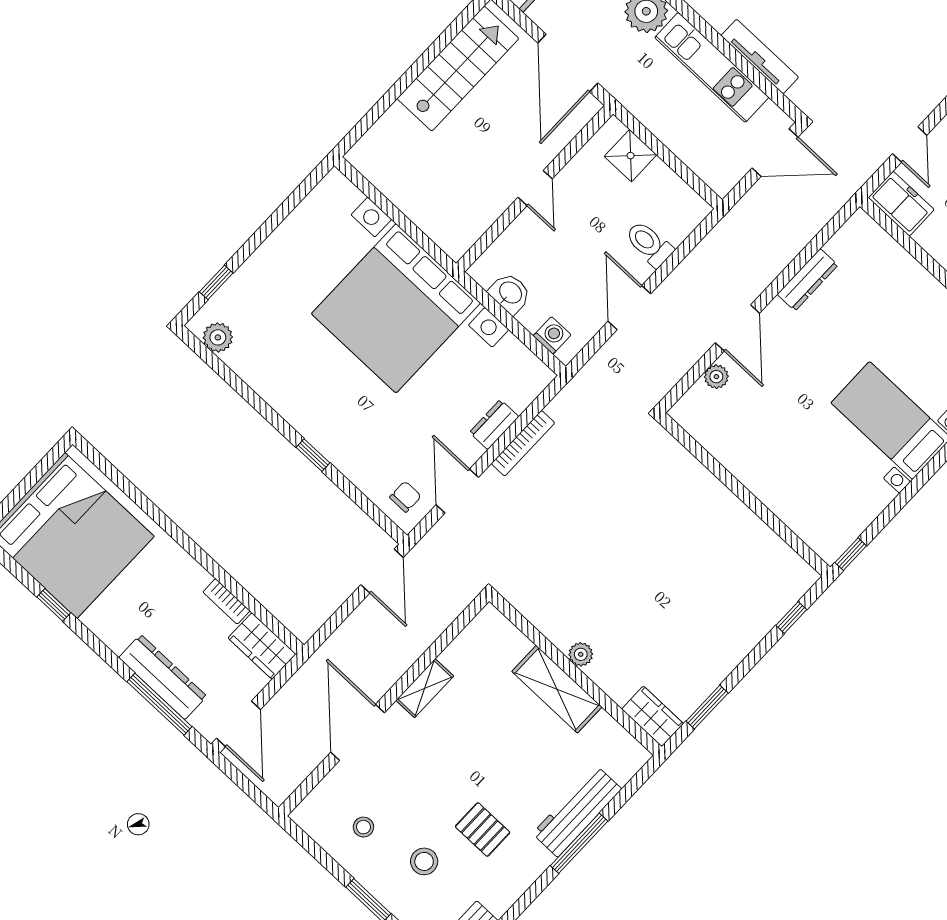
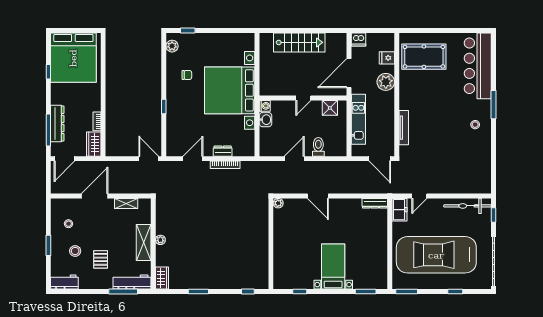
kitchen unit: (712, 67) -> (358, 119), moved, turned 180
stairs: (458, 69) -> (299, 42), moved
shower: (631, 156) -> (330, 108), moved
dresser: (808, 280) -> (375, 203), moved
door: (737, 328) -> (318, 196), hinge flipped
washing machine: (552, 335) -> (265, 106), moved
plant: (716, 377) -> (278, 203), moved
chair: (405, 497) -> (187, 75), moved
window: (851, 554) -> (300, 291), moved
door: (382, 571) -> (149, 159), swing flipped
plant: (581, 654) -> (160, 240), moved
wall: (575, 674) -> (153, 244), moved
shelving: (557, 689) -> (144, 243), moved
wardrobe: (653, 716) -> (162, 278), moved

